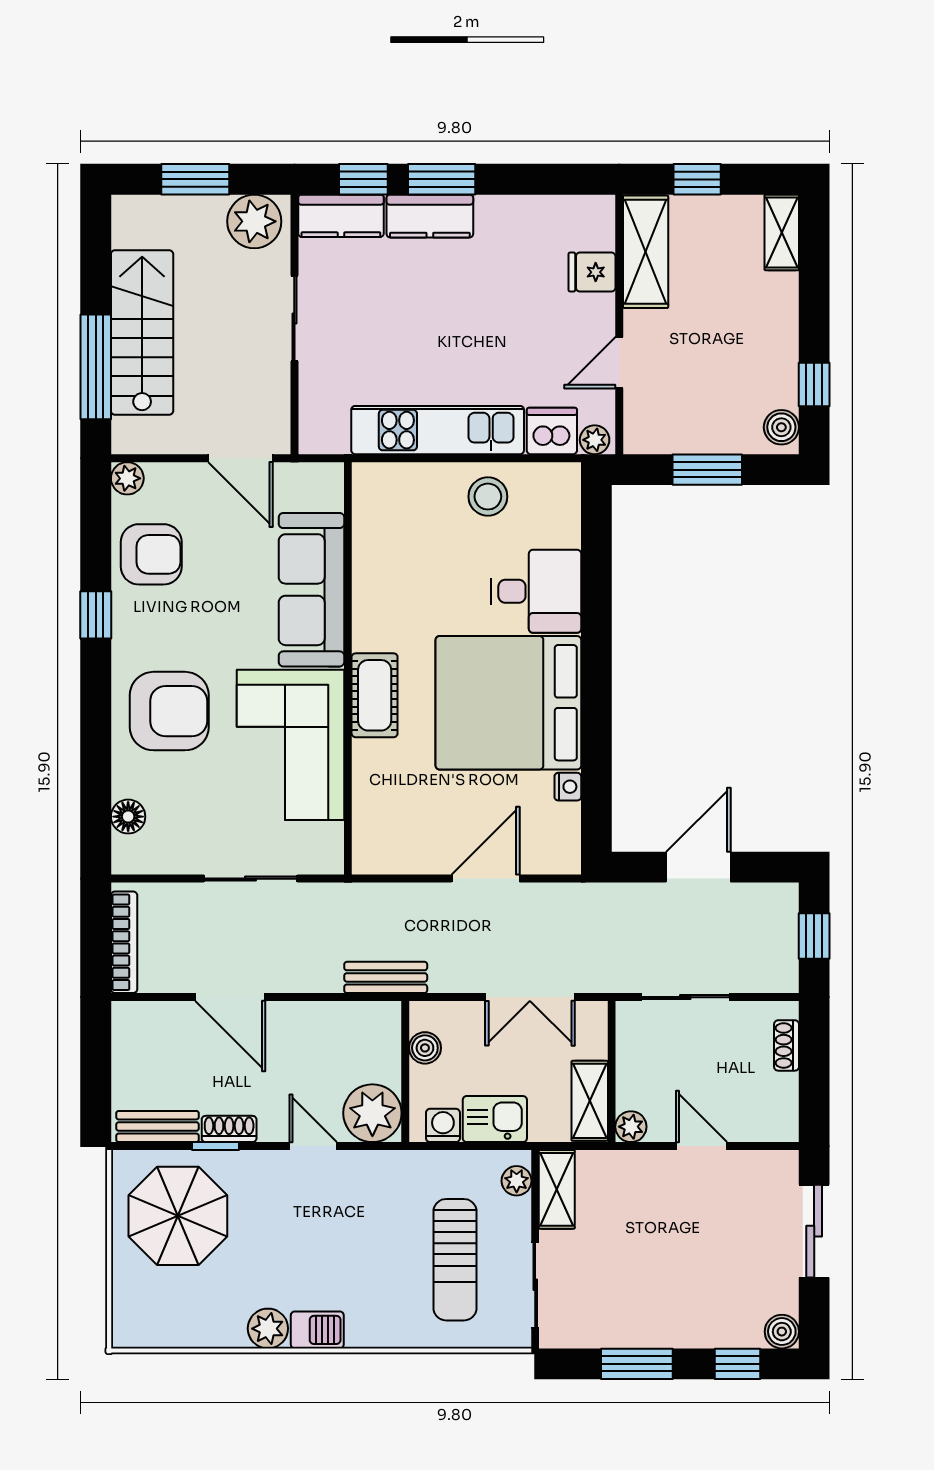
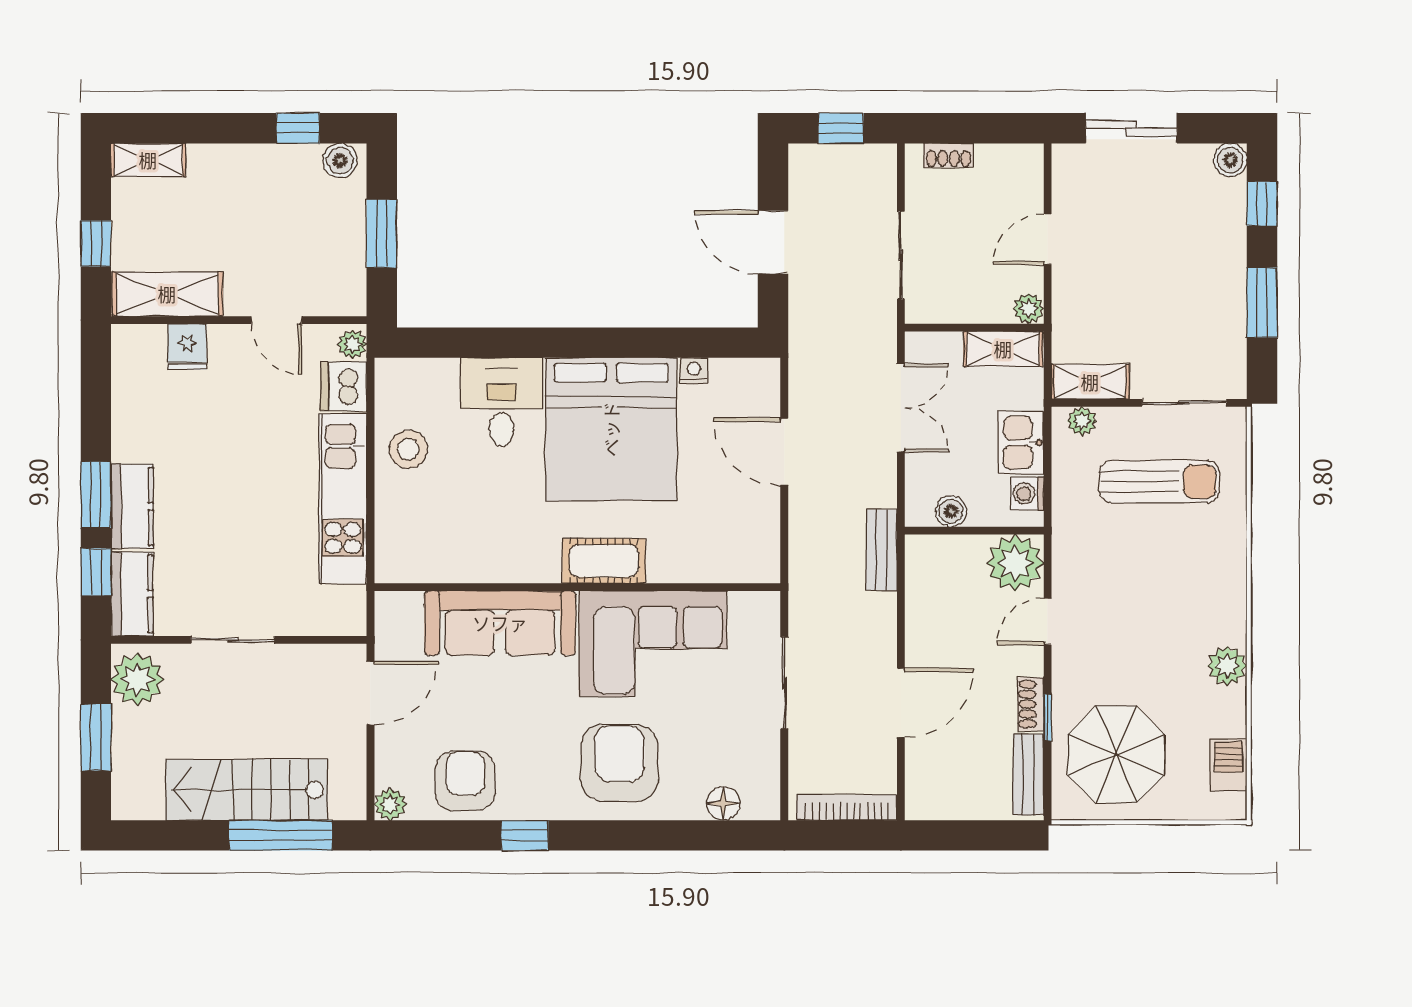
barbecue: (317, 1330) -> (1229, 765), moved

